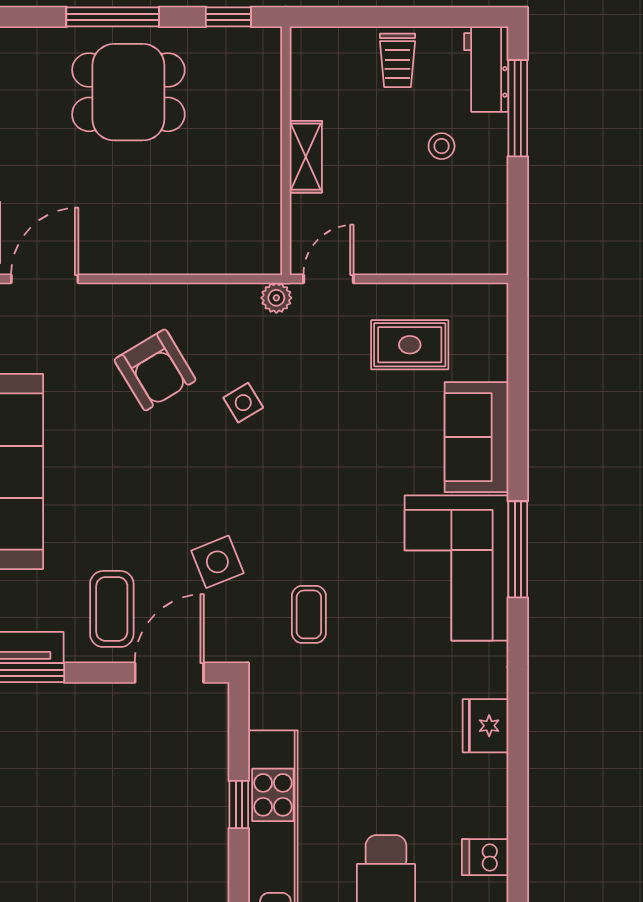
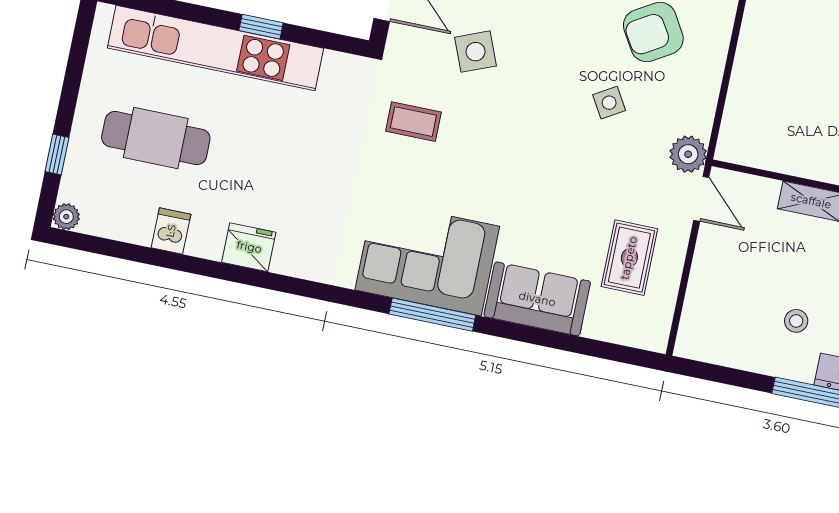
plant: (276, 298) -> (688, 154), width x1.38, depth x1.38
fridge: (485, 726) -> (249, 247), moved

